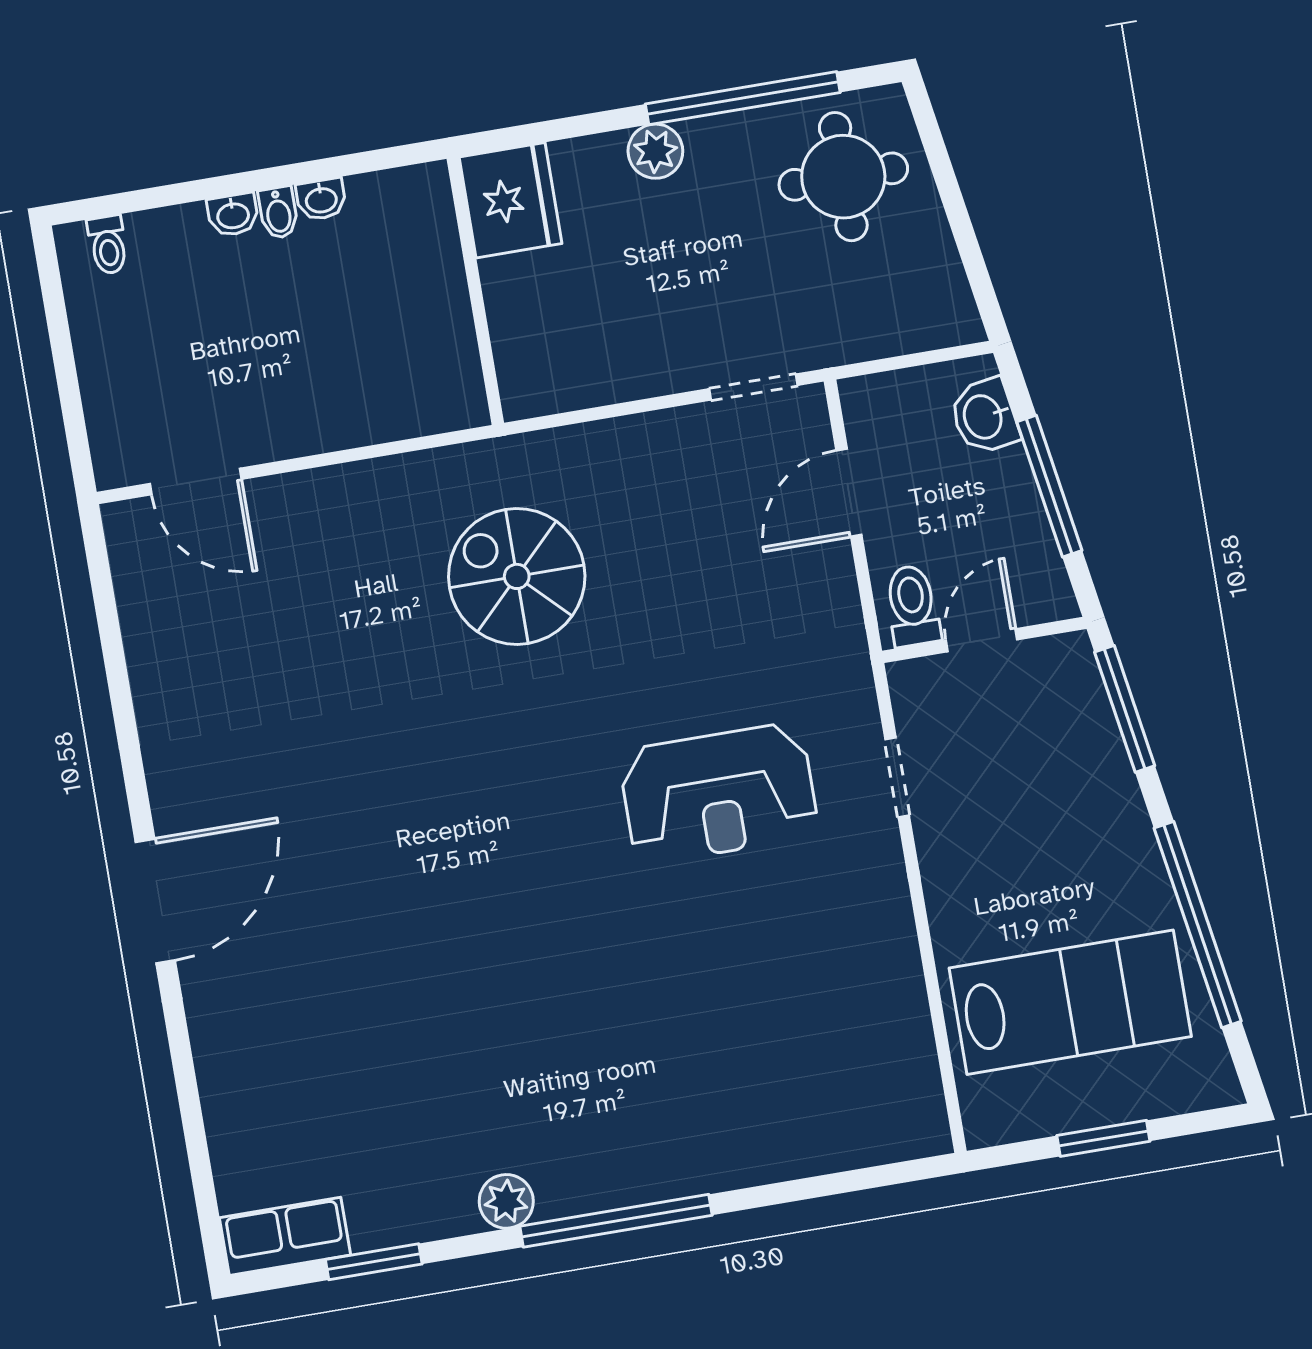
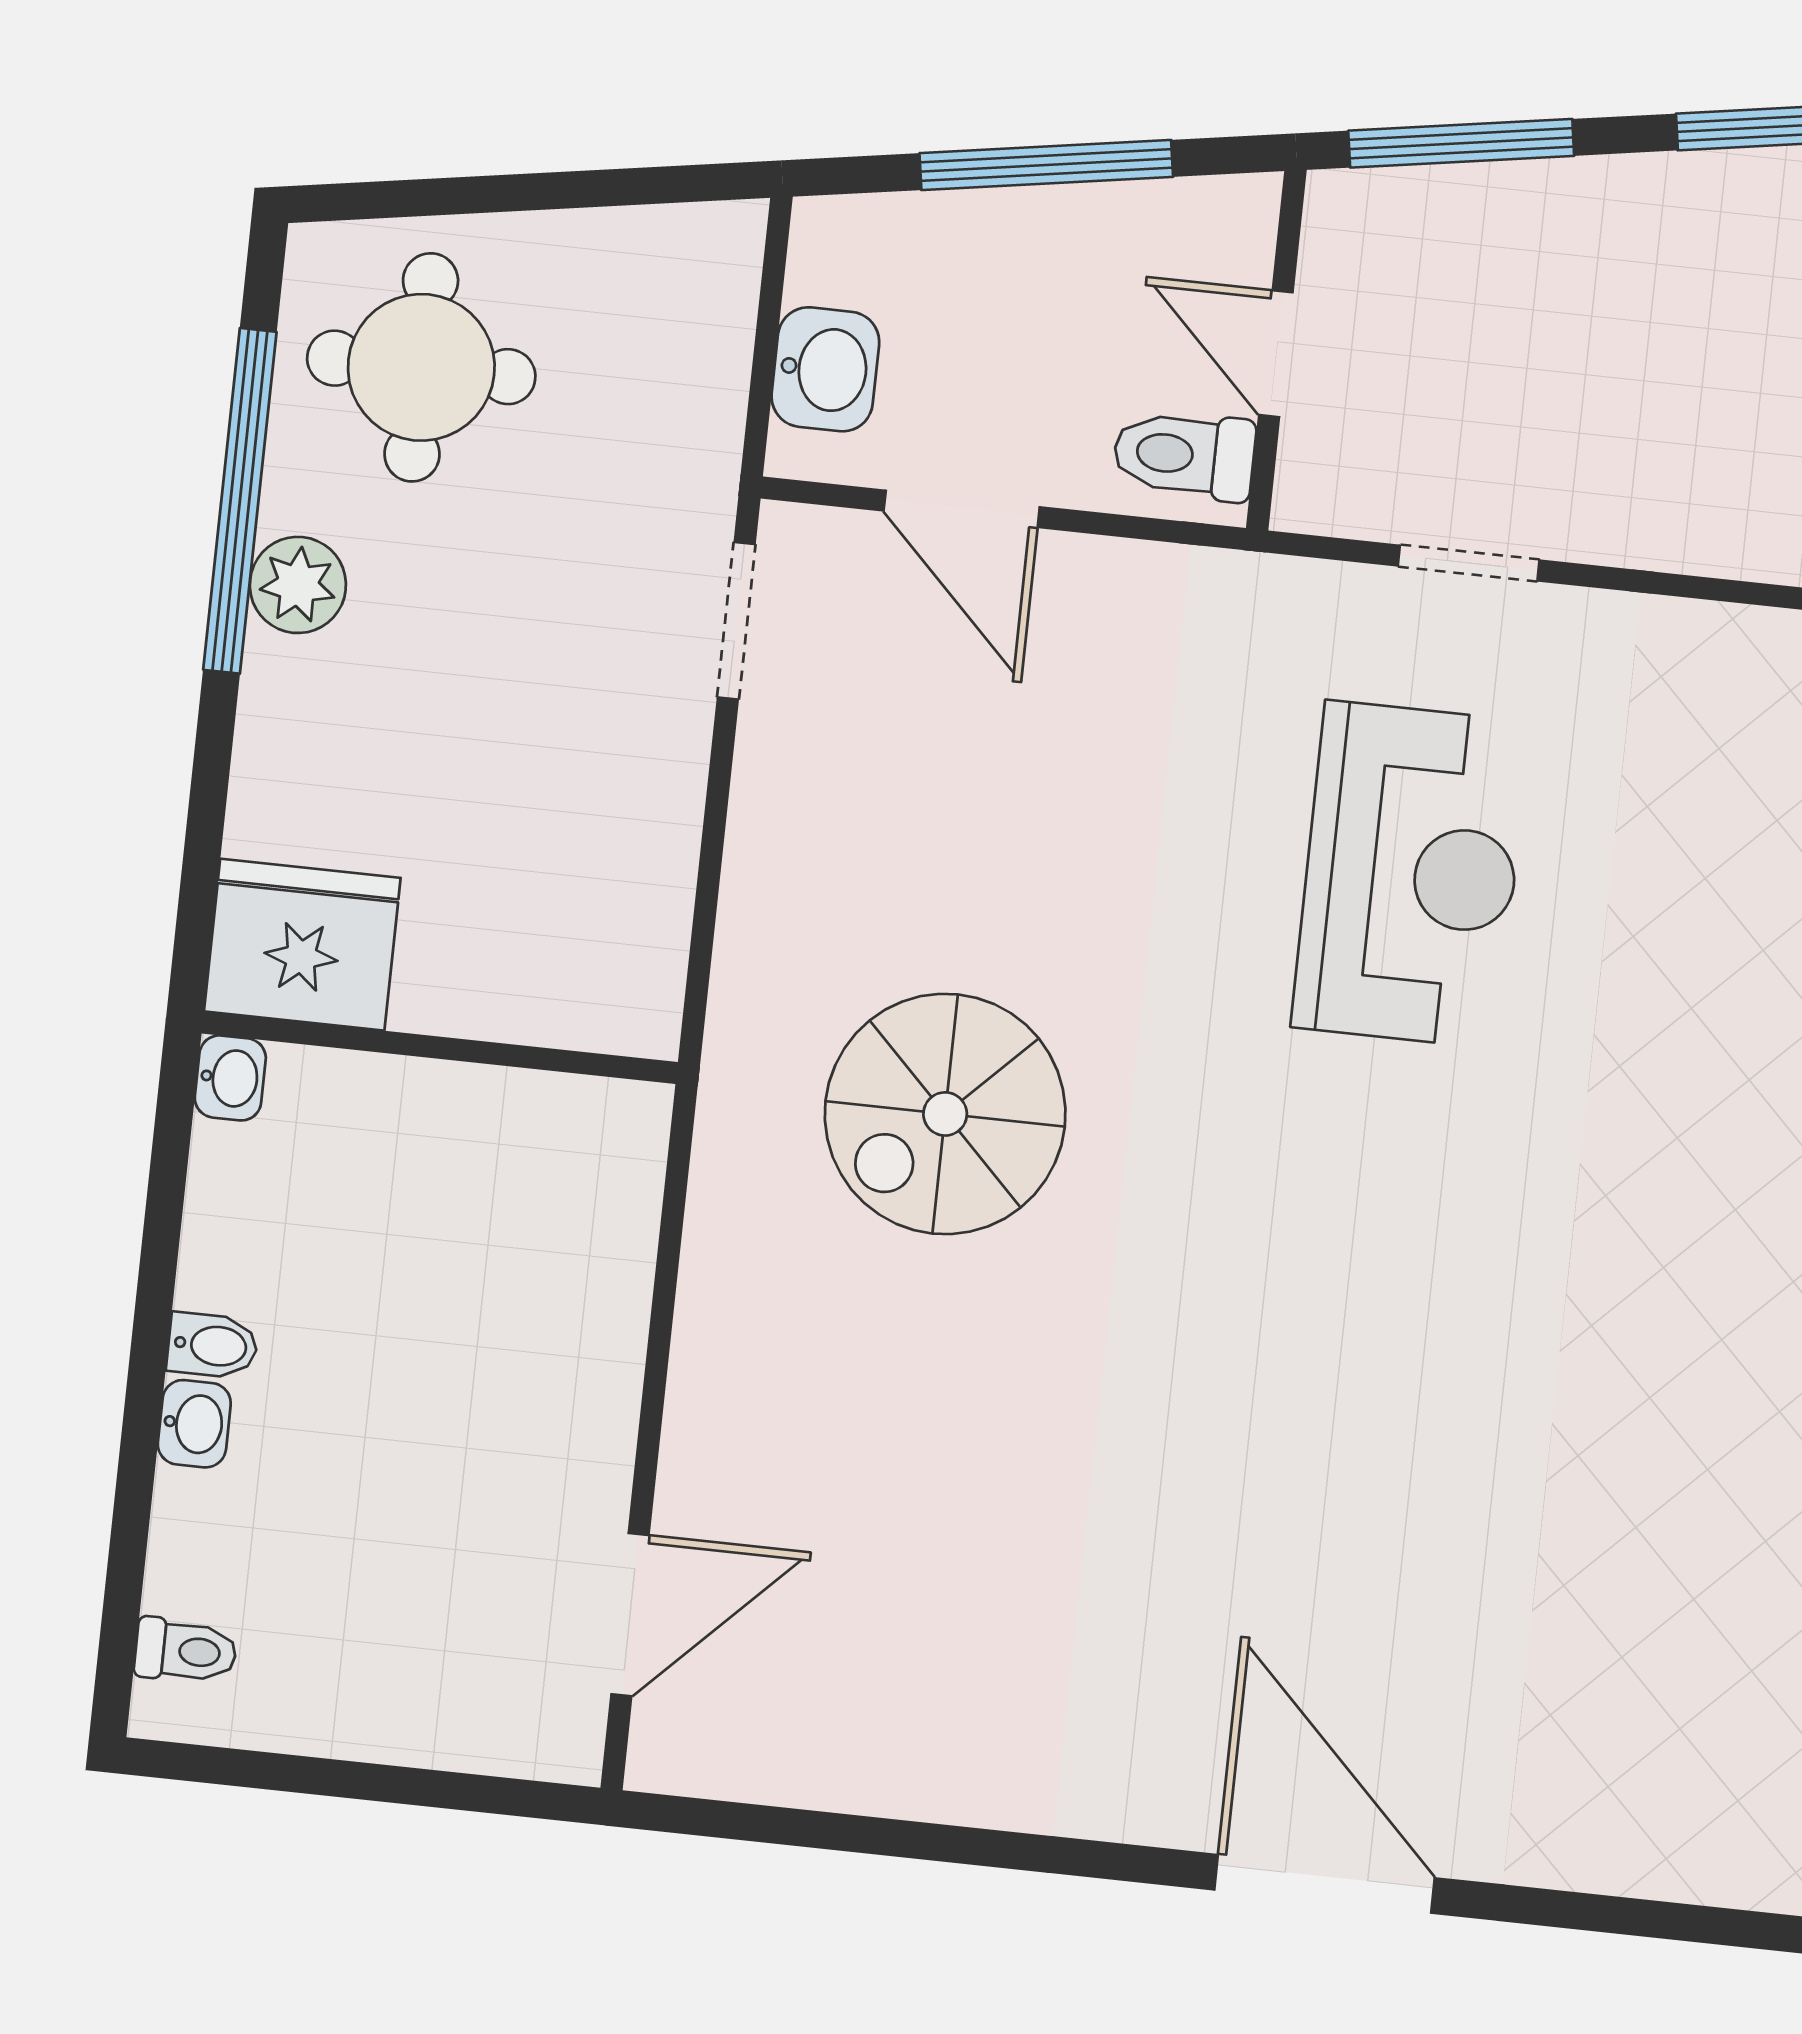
plant: (655, 151) -> (298, 585), moved
washbasin: (321, 199) -> (230, 1078), moved
washbasin: (984, 416) -> (825, 369), moved, turned -81

